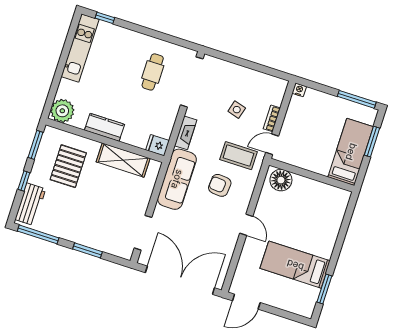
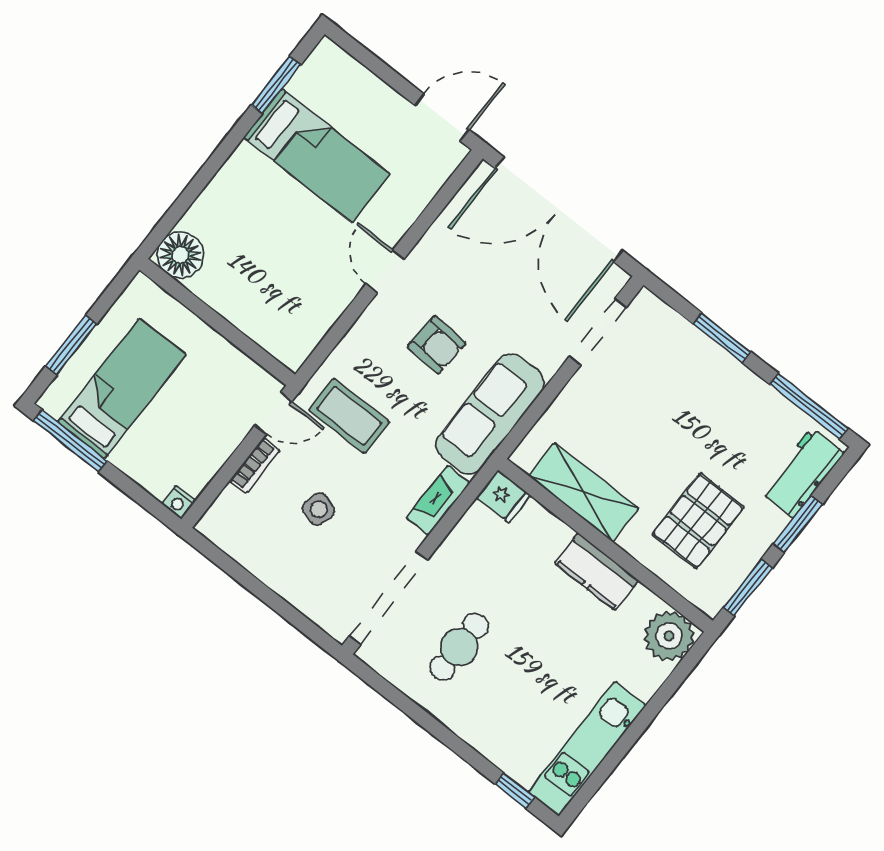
bed: (351, 152) -> (122, 389), moved, turned 180
floor lamp: (281, 180) -> (180, 255), moved
window: (24, 181) -> (798, 524), width x1.50
armchair: (220, 185) -> (437, 345), moved

